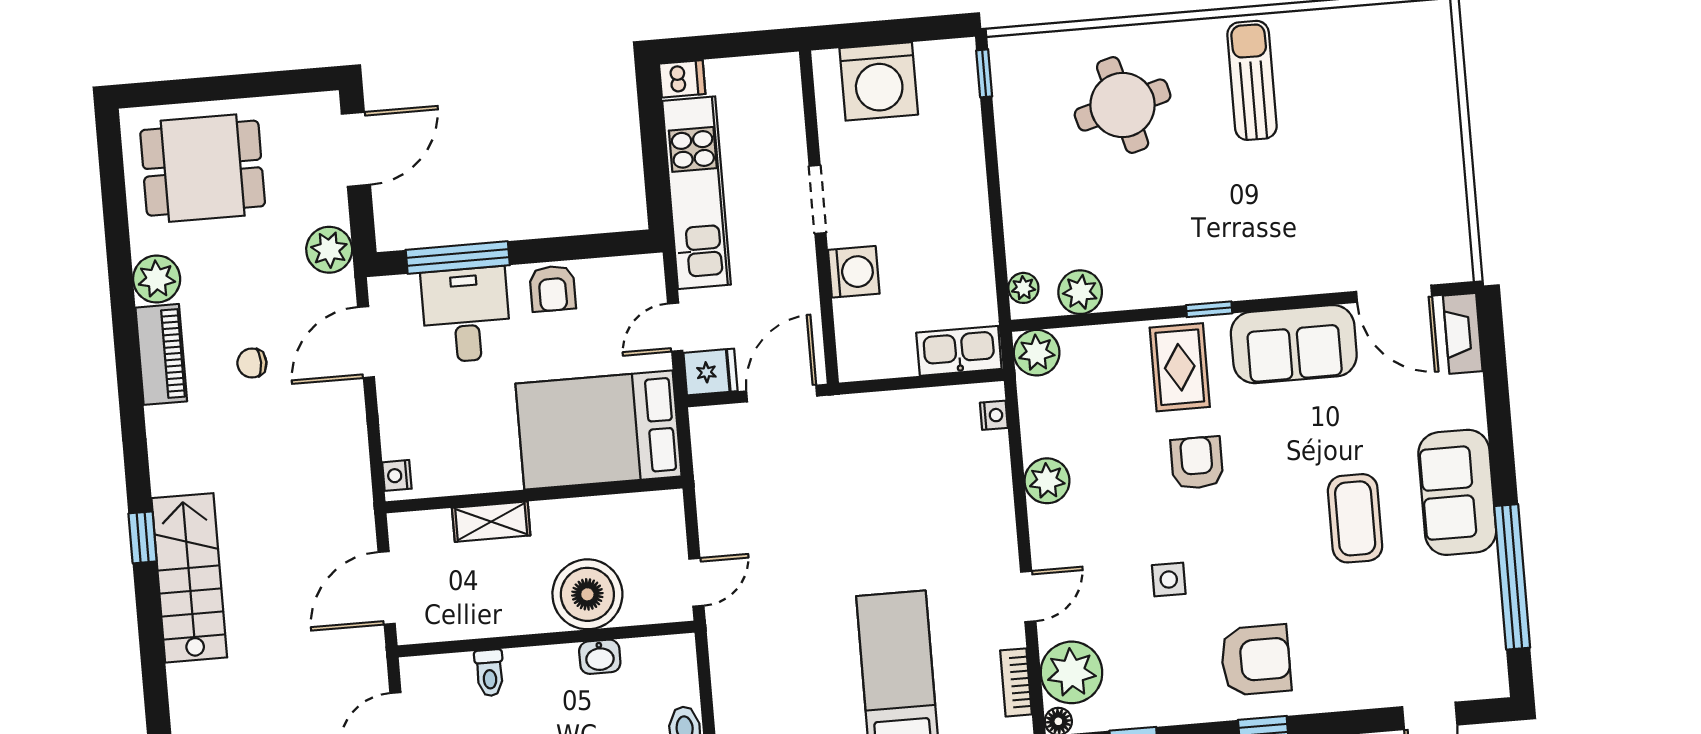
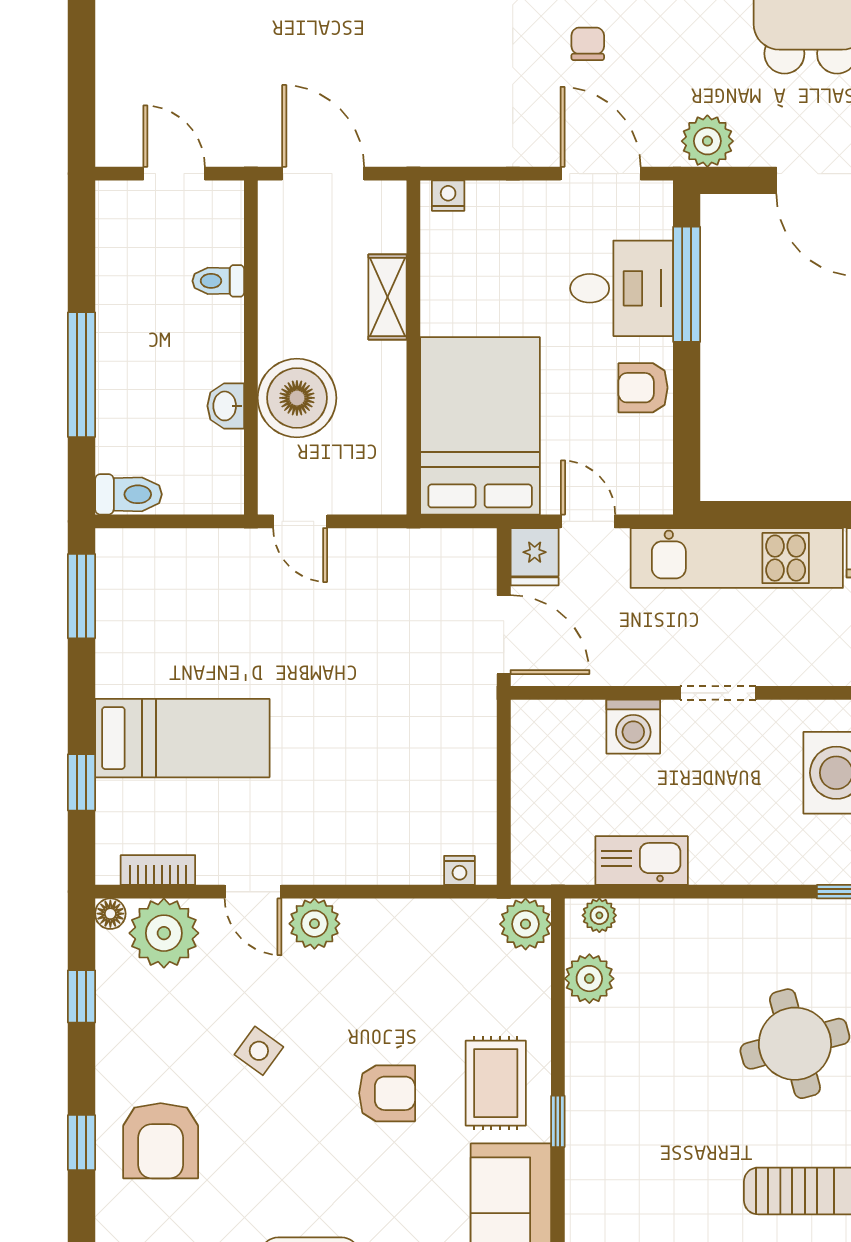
kitchen sink: (959, 351) -> (642, 861), moved, turned -90
rug: (1180, 367) -> (496, 1083), turned 90
plant: (1047, 481) -> (314, 924), moved
side table: (1169, 580) -> (259, 1051), turned 36

